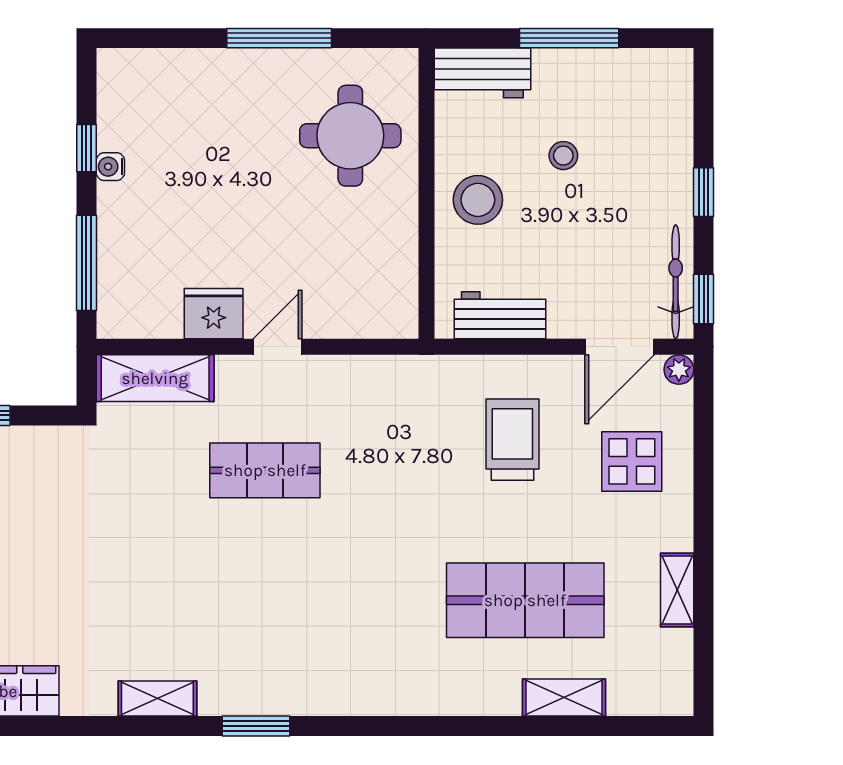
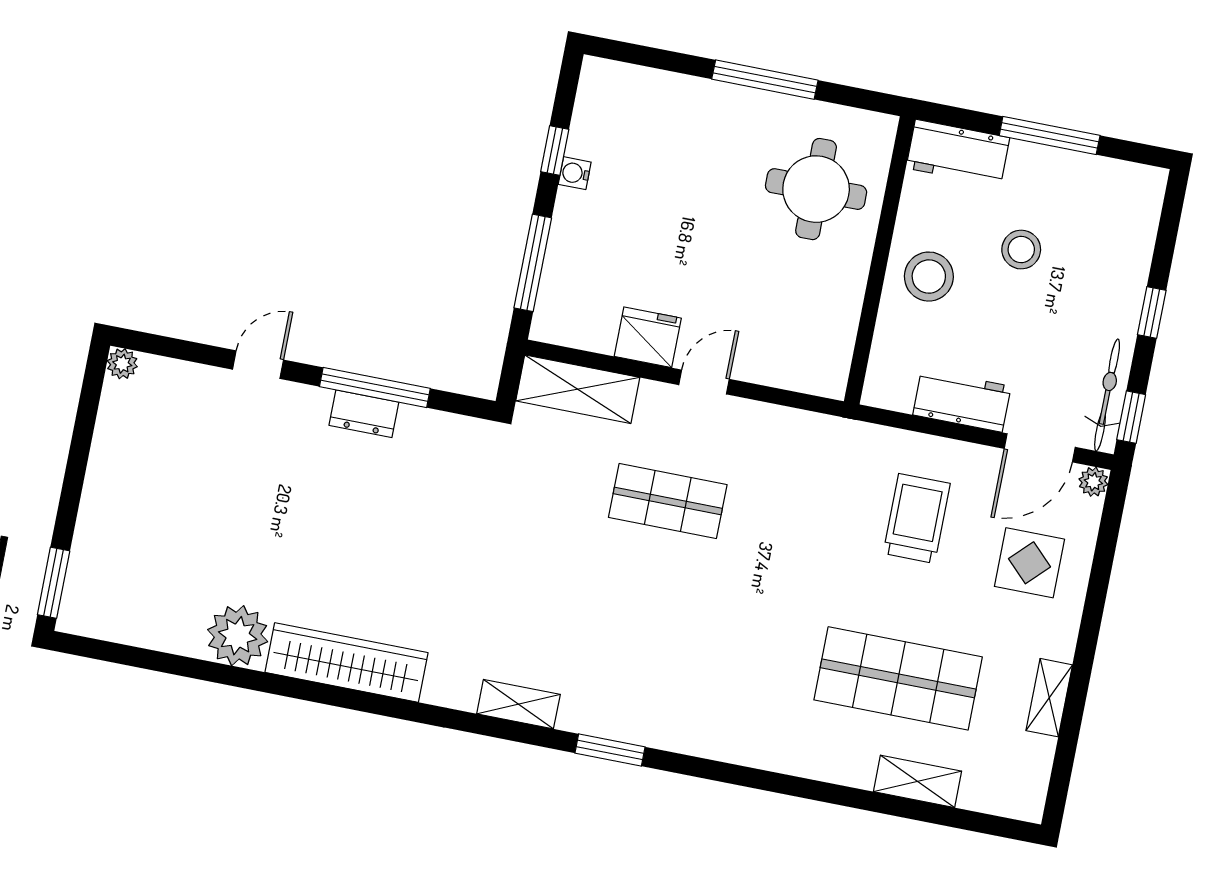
stool: (563, 156) -> (1021, 250), width x1.37, depth x1.37
workbench: (500, 315) -> (962, 401), moved

